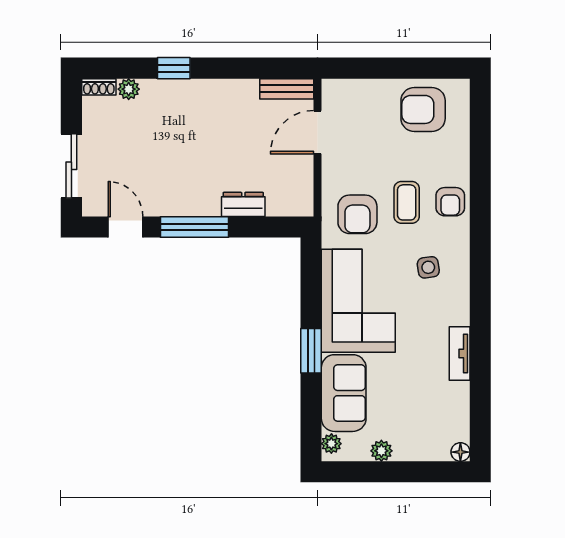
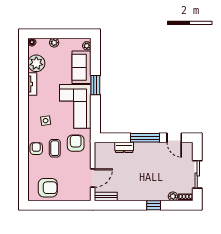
sliding door: (71, 166) -> (197, 174), moved
plant: (450, 402) -> (36, 63), added
plant: (381, 451) -> (54, 43), moved

